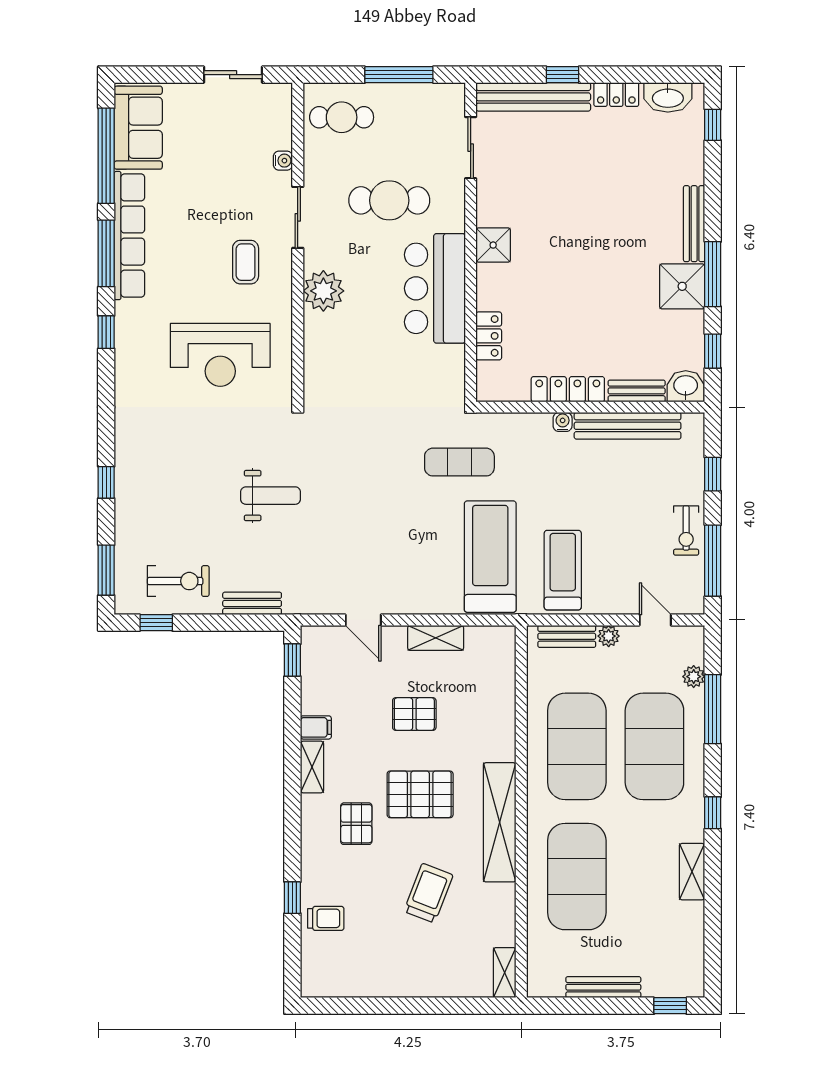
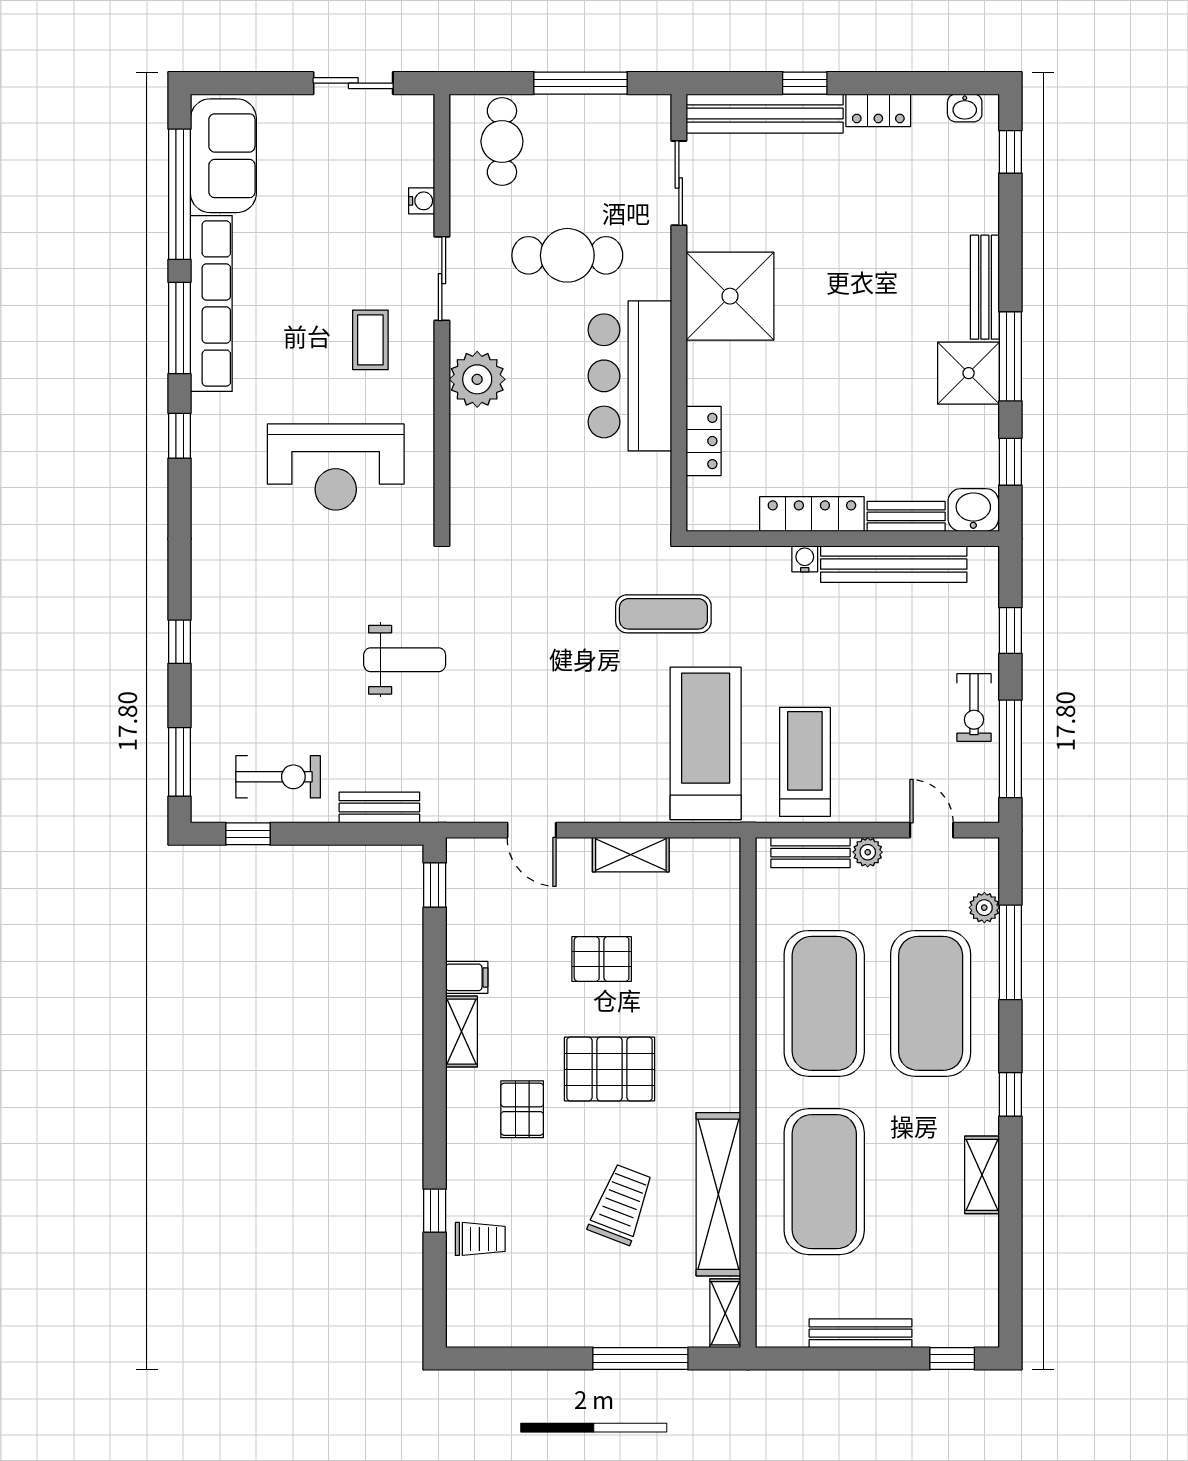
washbasin: (668, 97) -> (965, 108), width x0.52, depth x0.69
cafe table: (342, 117) -> (502, 141), turned 90
shower: (493, 245) -> (730, 296), width x1.86, depth x1.86
shelving: (500, 822) -> (718, 1194), moved
window: (443, 1006) -> (640, 1359), added

